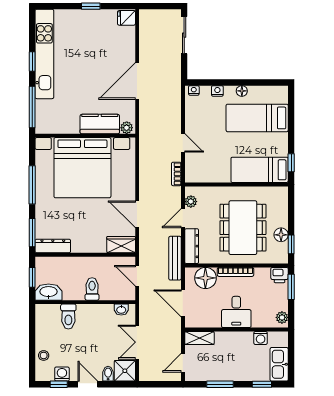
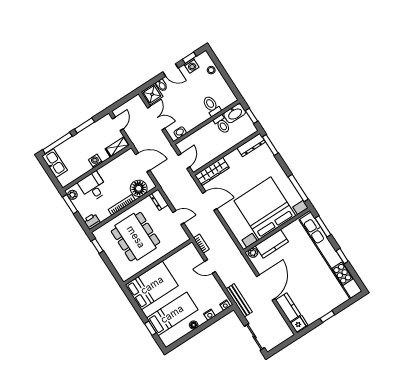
kitchen counter: (127, 44) -> (288, 307), added
kitchen unit: (44, 54) -> (330, 256), width x1.36
window: (32, 107) -> (323, 226), width x0.69
window: (291, 163) -> (150, 328), moved
bed: (260, 170) -> (152, 285), width x1.50
window: (32, 185) -> (298, 188), moved
plant: (191, 202) -> (180, 232), removed
door: (183, 218) -> (178, 218), hinge flipped
floor lamp: (281, 235) -> (108, 248), removed
wardrobe: (121, 245) -> (212, 172), width x1.50
dresser: (192, 246) -> (159, 200), width x0.70
bench: (175, 258) -> (239, 300), moved
door: (137, 276) -> (184, 161), hinge flipped
window: (291, 287) -> (70, 204), moved
toilet: (92, 289) -> (222, 124), moved
desk: (236, 312) -> (93, 187), moved
washing machine: (261, 338) -> (95, 161), moved
window: (262, 384) -> (57, 143), width x2.17

